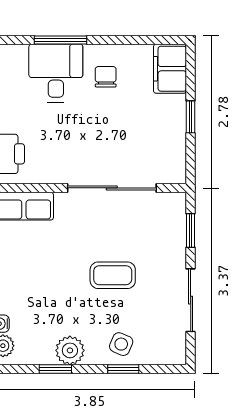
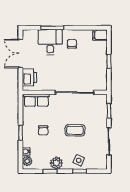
filing cabinet: (170, 69) -> (100, 35), width x0.50
chair: (40, 276) -> (43, 130), added

